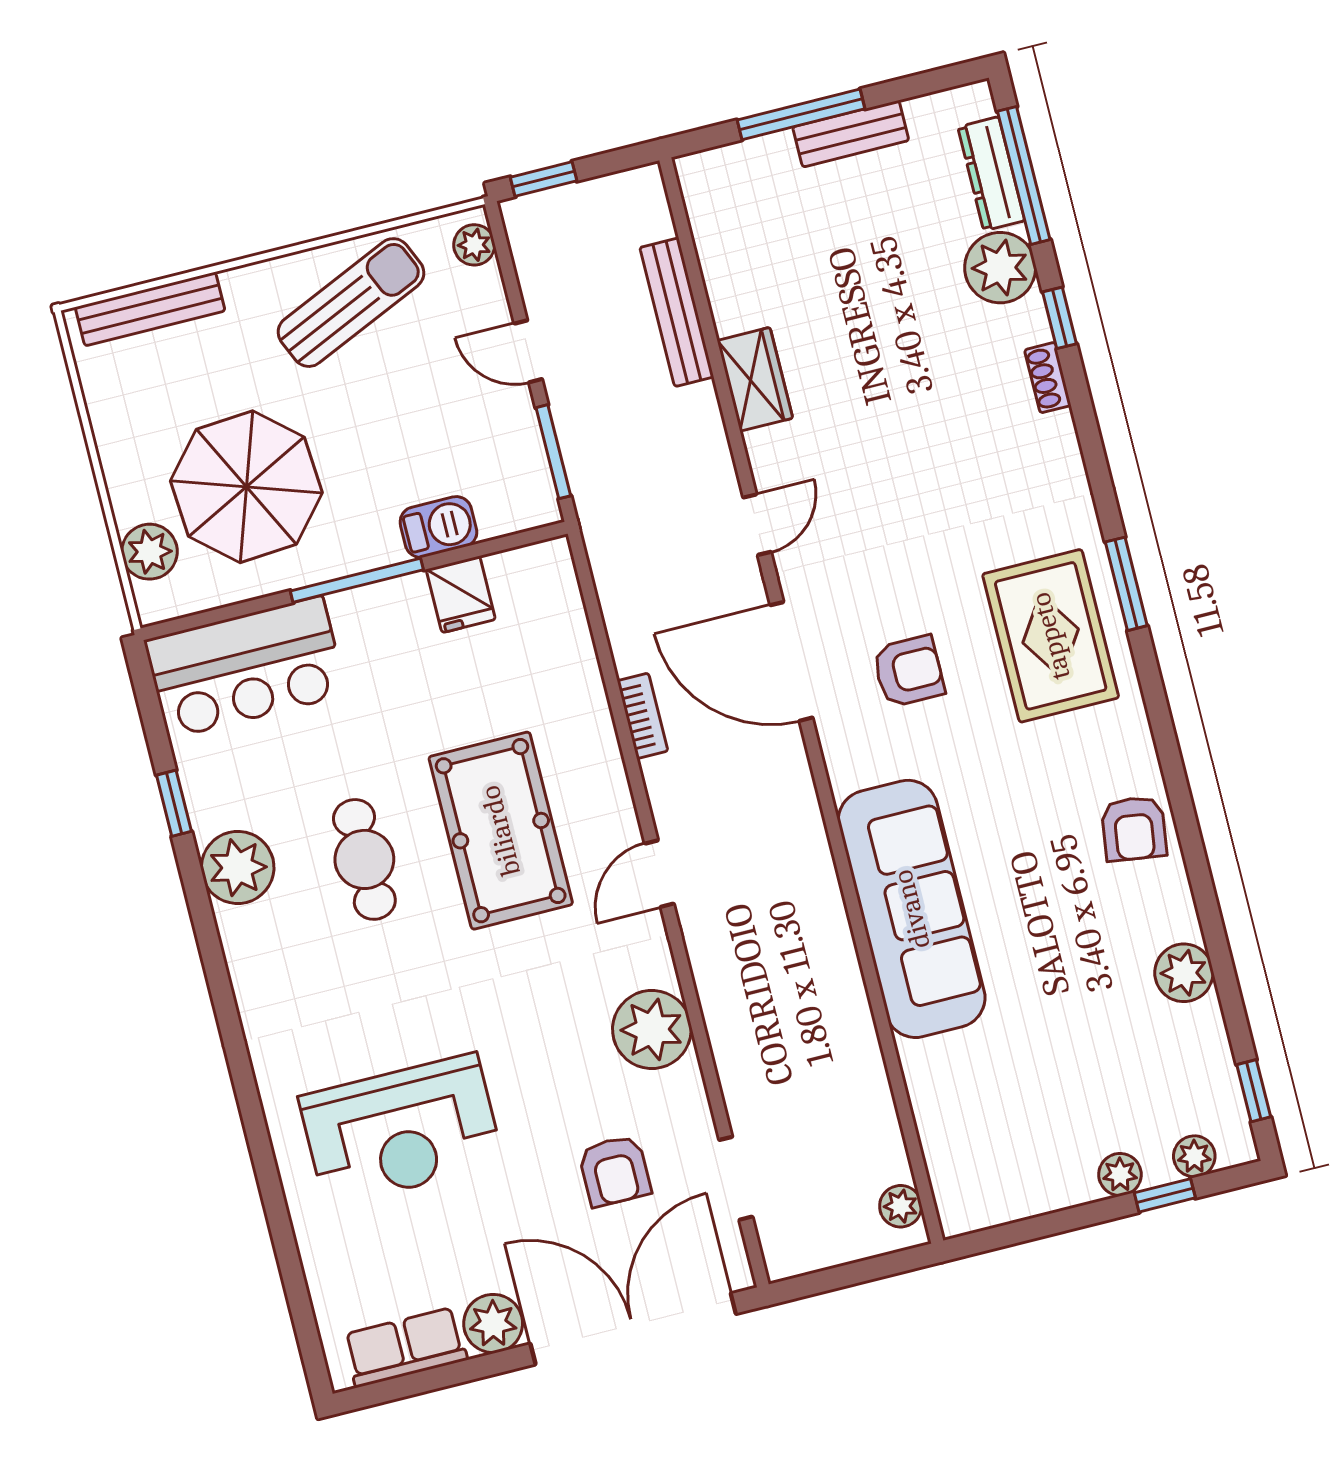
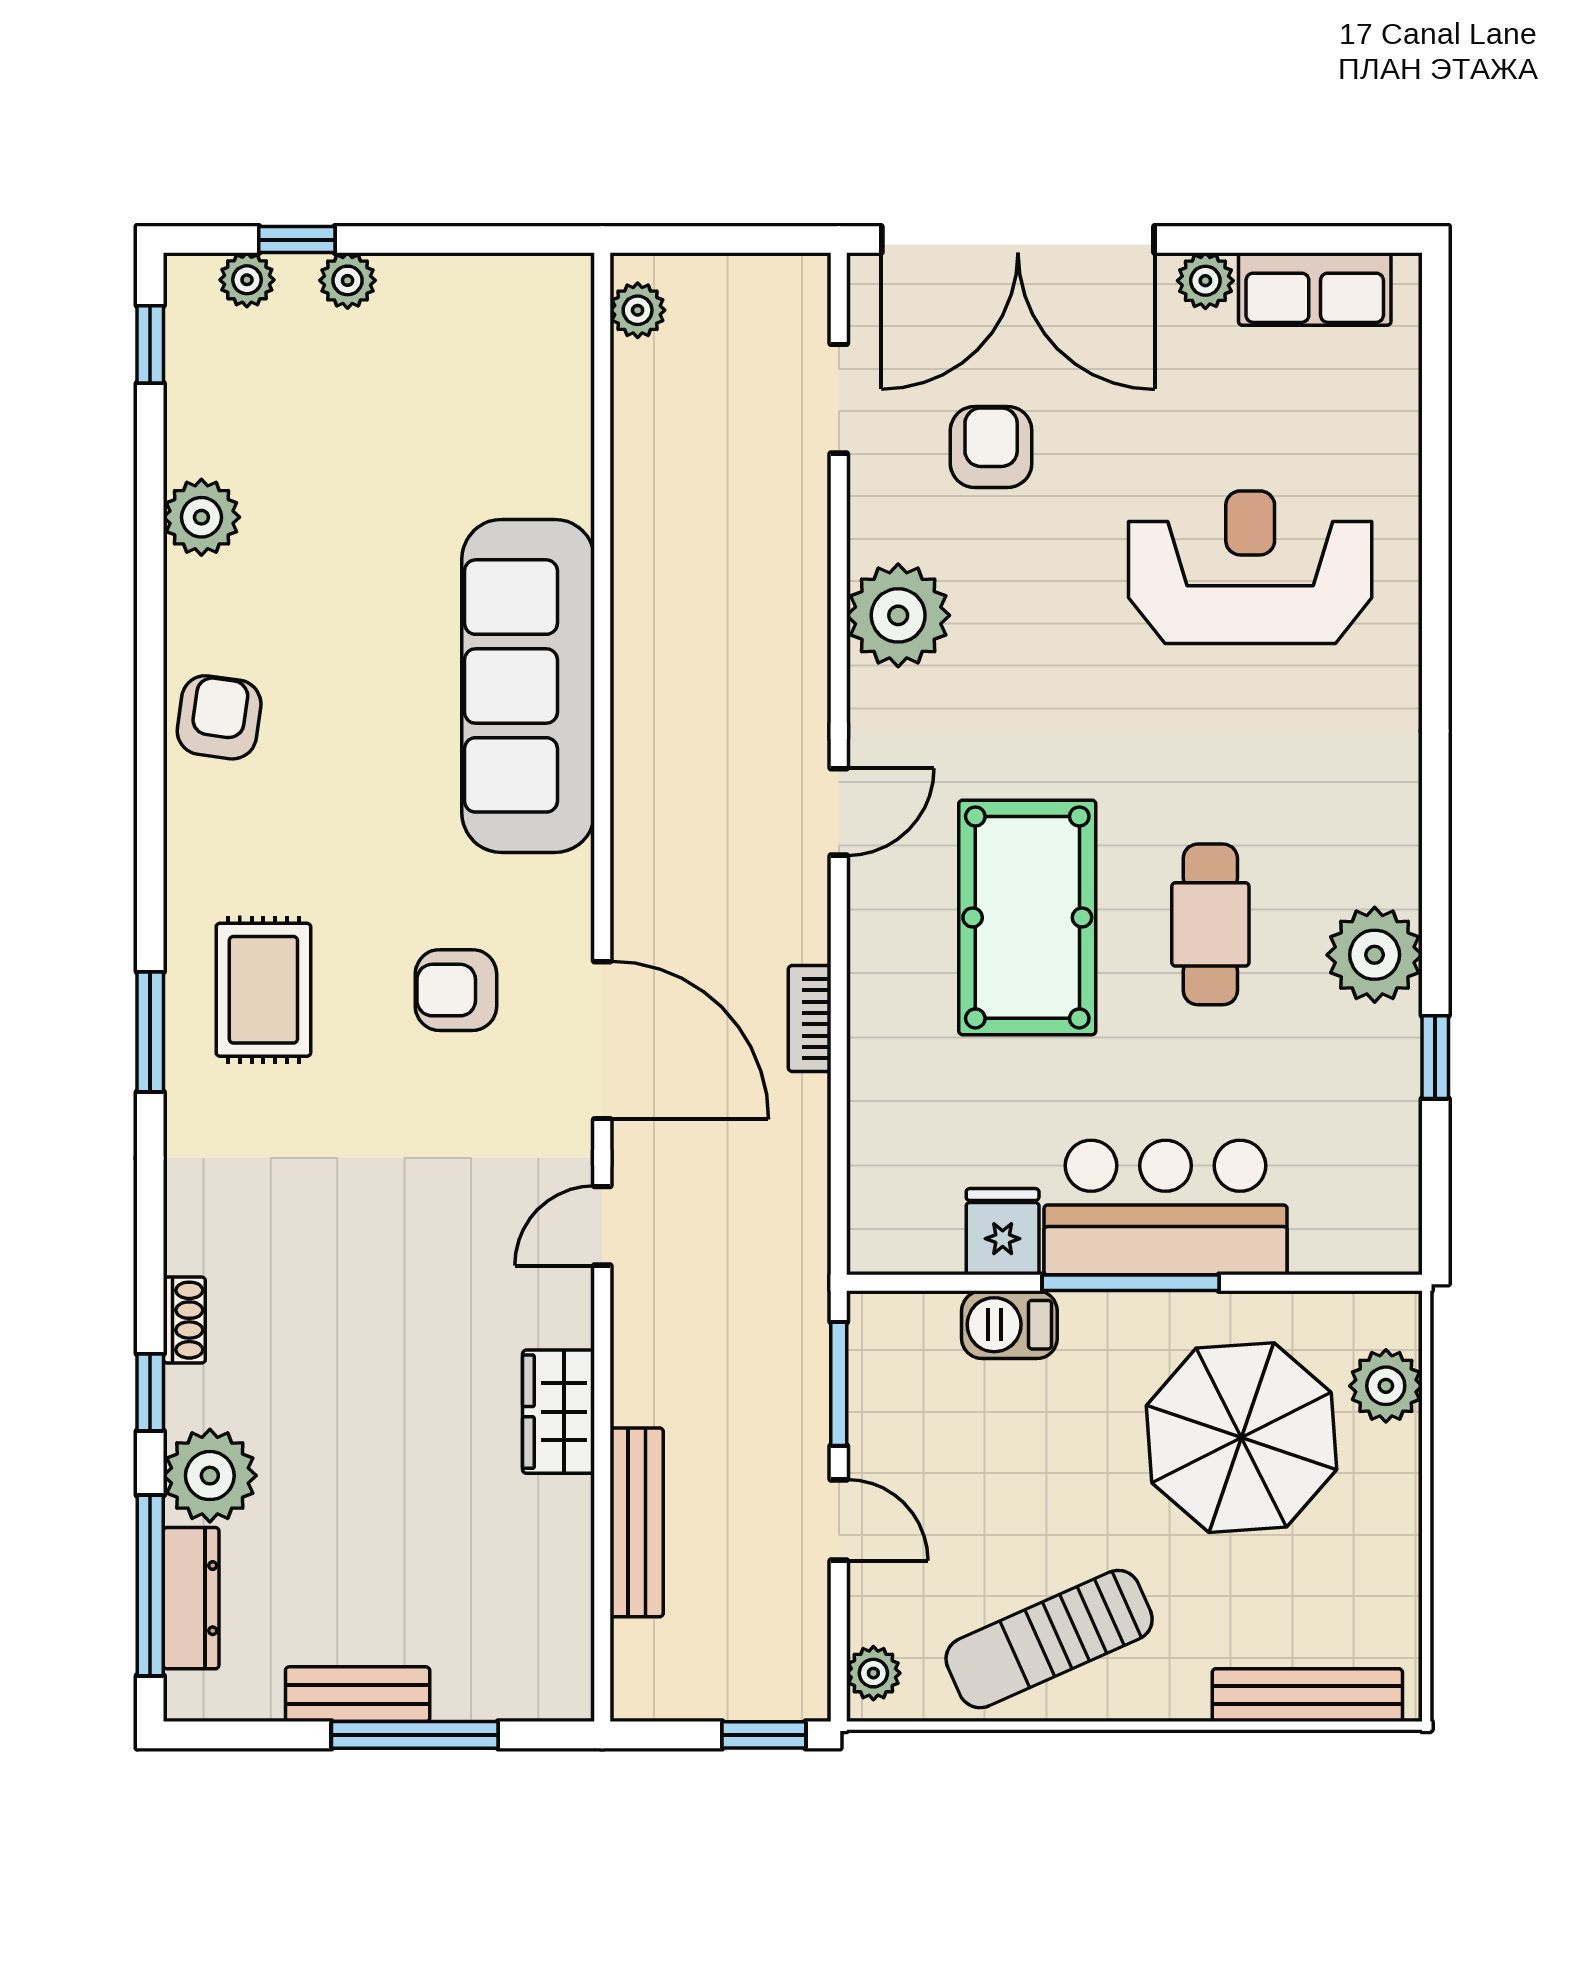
rug: (1051, 636) -> (263, 990), width x0.73, depth x0.70
bar counter: (245, 667) -> (1166, 1208), moved
plant: (493, 1324) -> (1205, 281), width x0.73, depth x0.73

